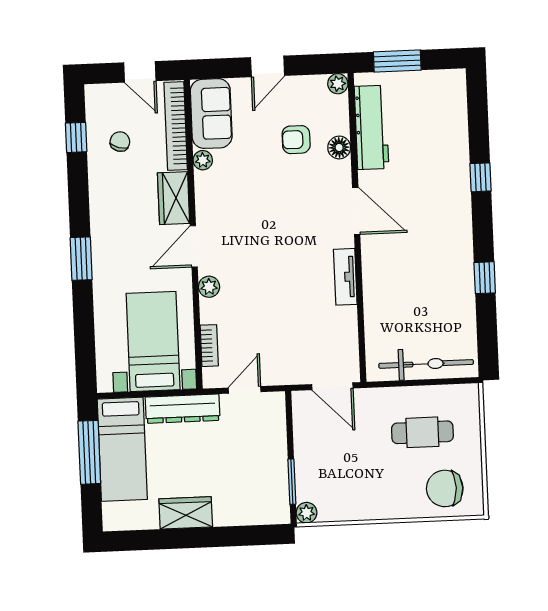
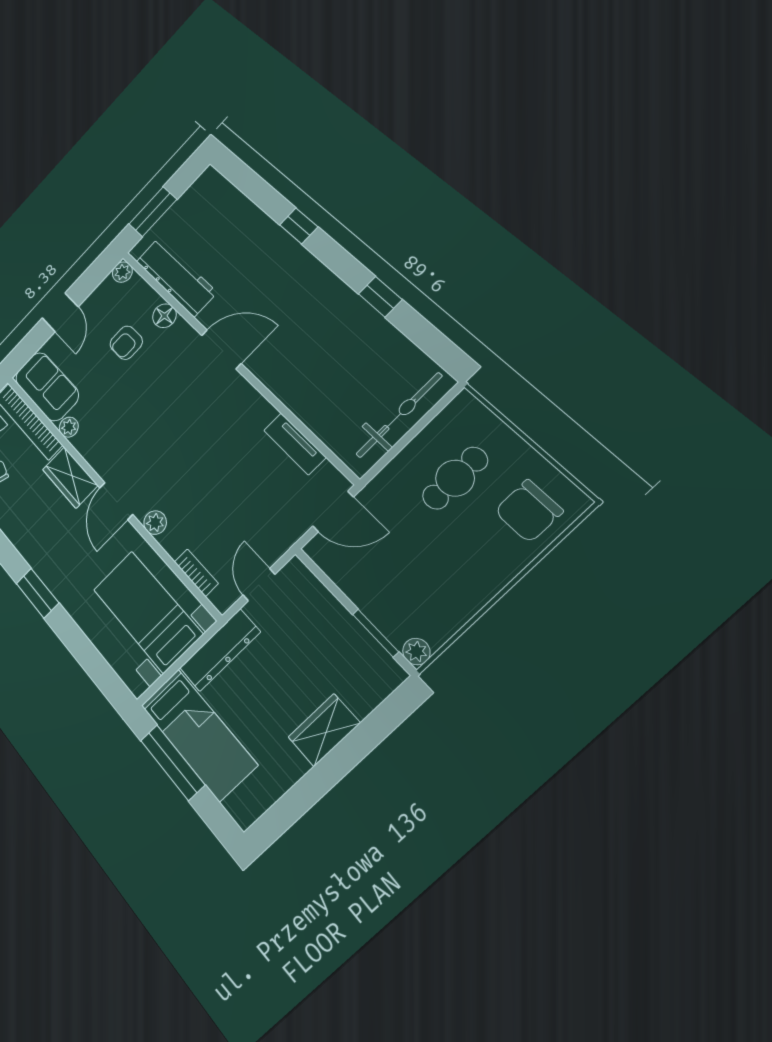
tv unit: (345, 277) -> (295, 444), moved
wardrobe: (186, 513) -> (324, 730), moved

